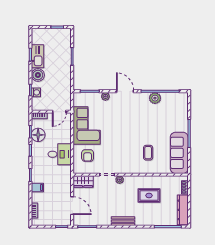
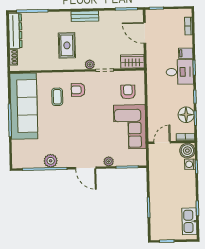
kitchen sink: (37, 56) -> (189, 221), moved
boiler: (38, 75) -> (187, 151), moved
sofa: (179, 153) -> (24, 106), width x1.36, depth x1.27
desk: (60, 154) -> (180, 72), moved, turned 180
armchair: (130, 158) -> (78, 90), added
rug: (149, 195) -> (67, 45), moved, turned 90

